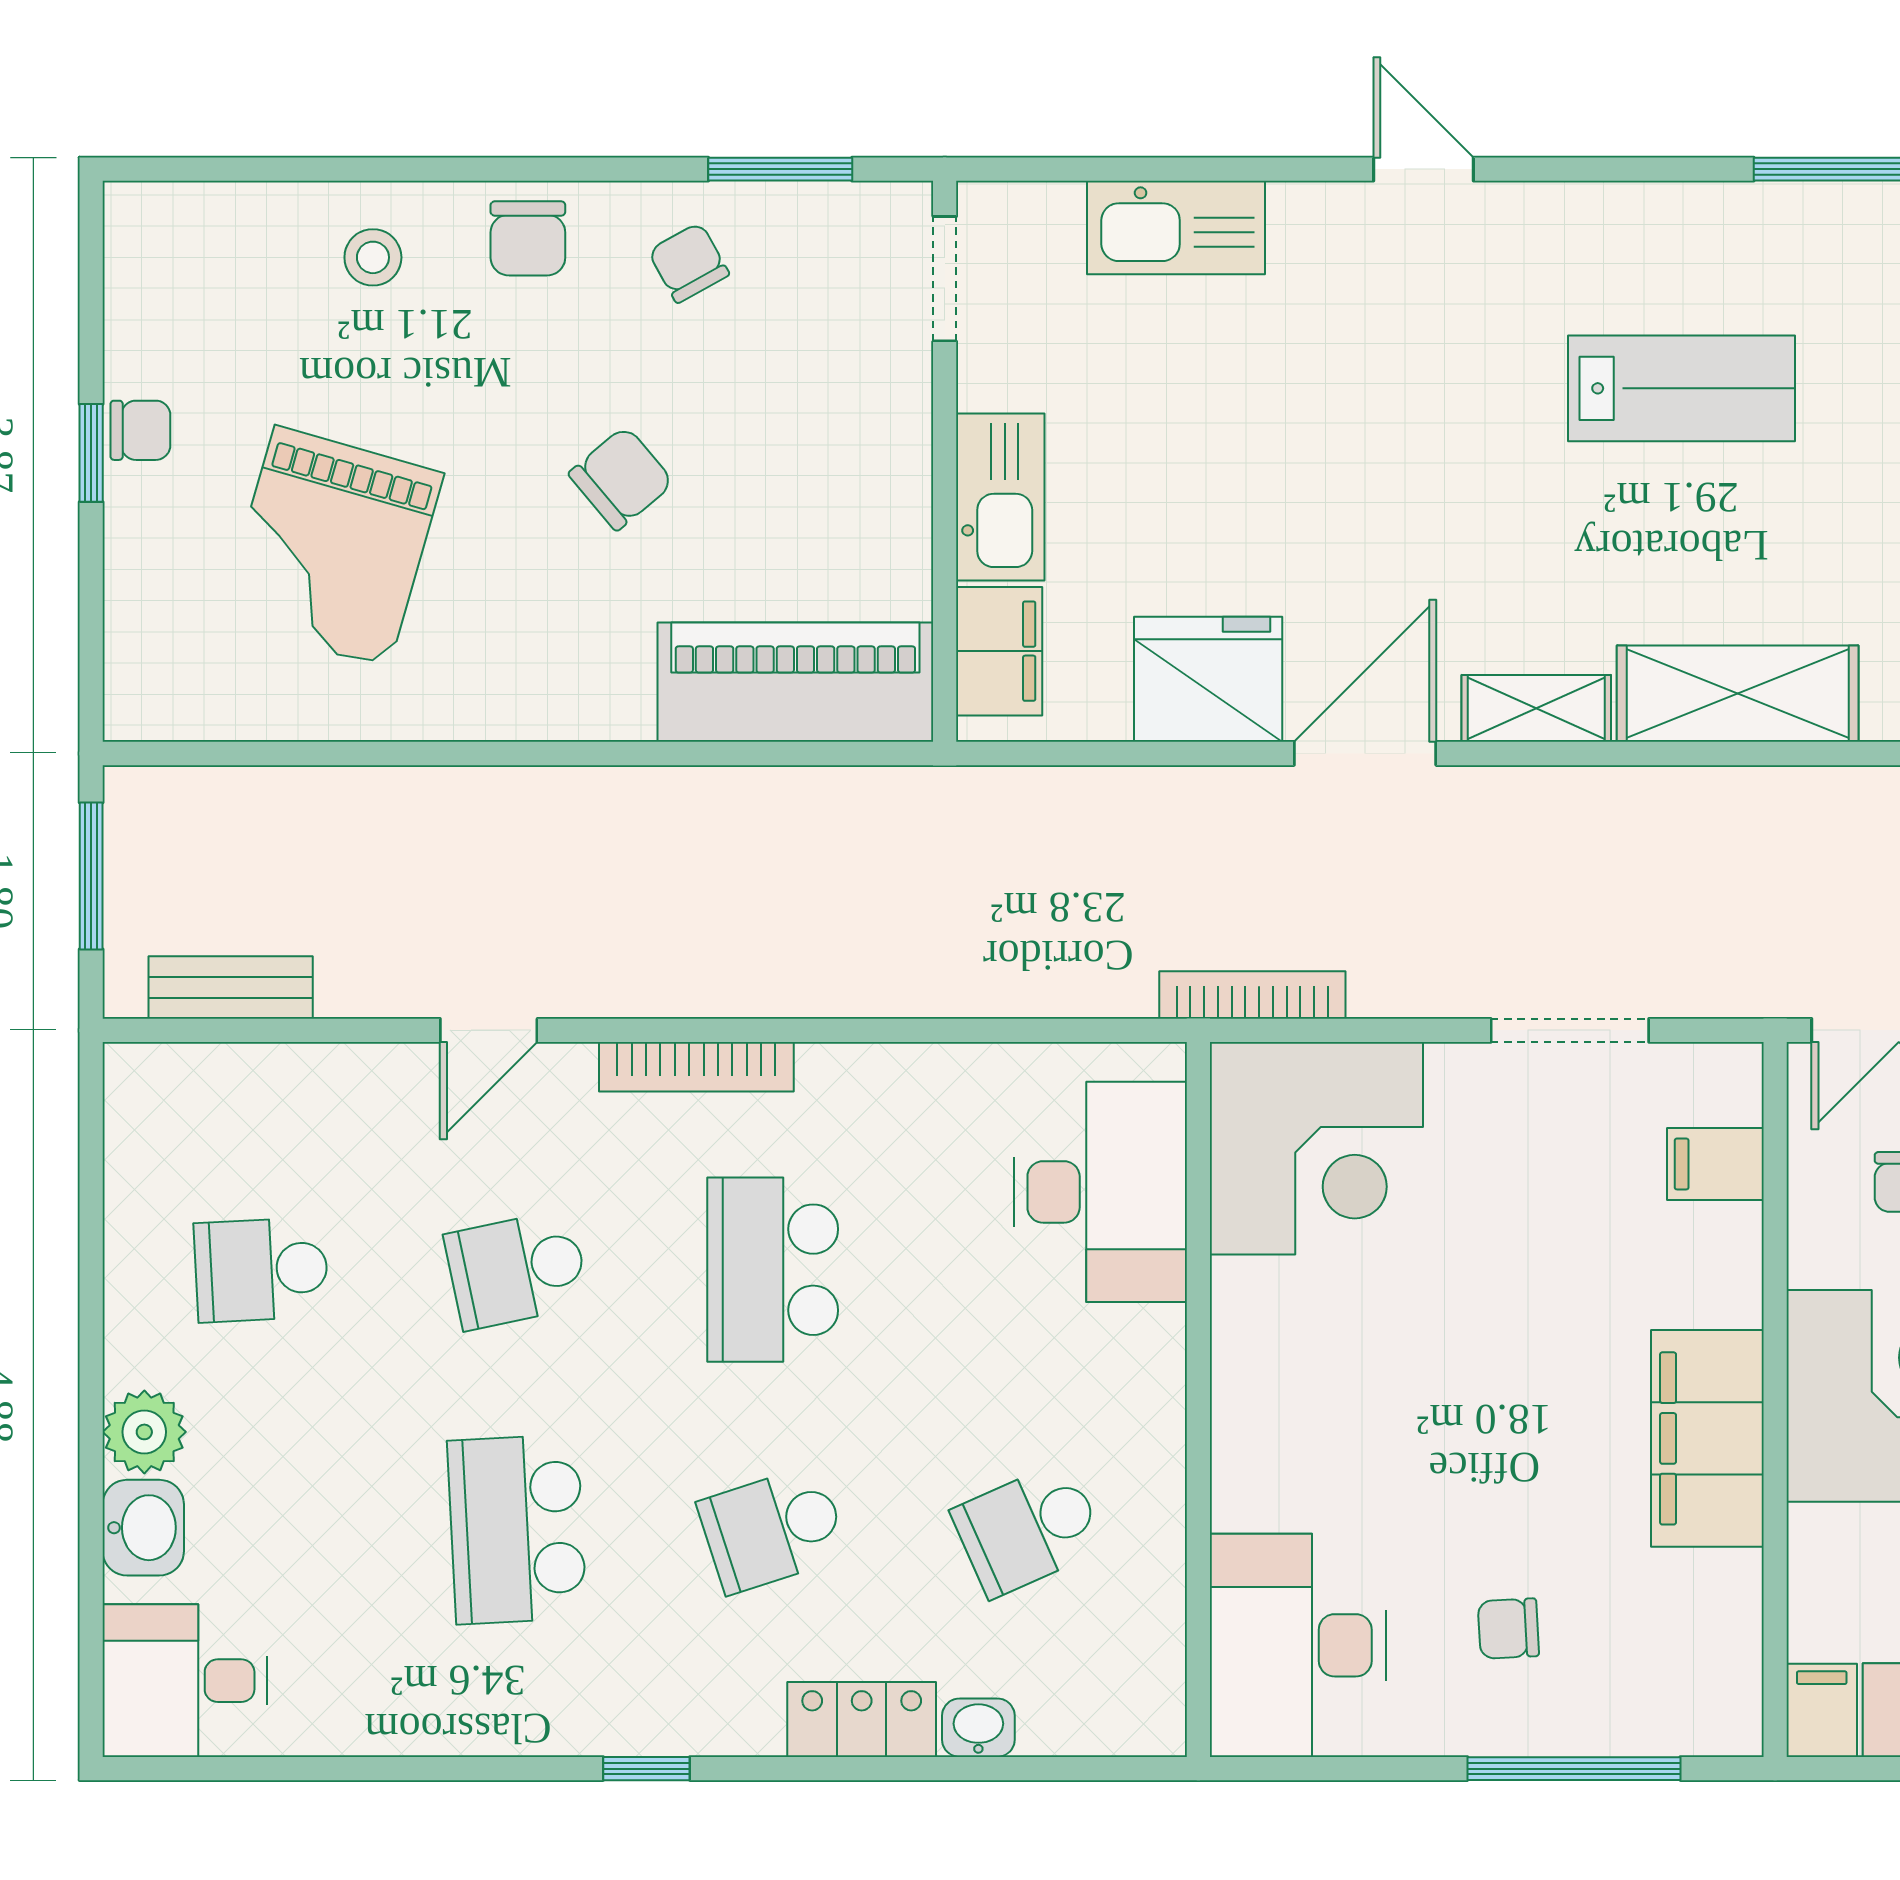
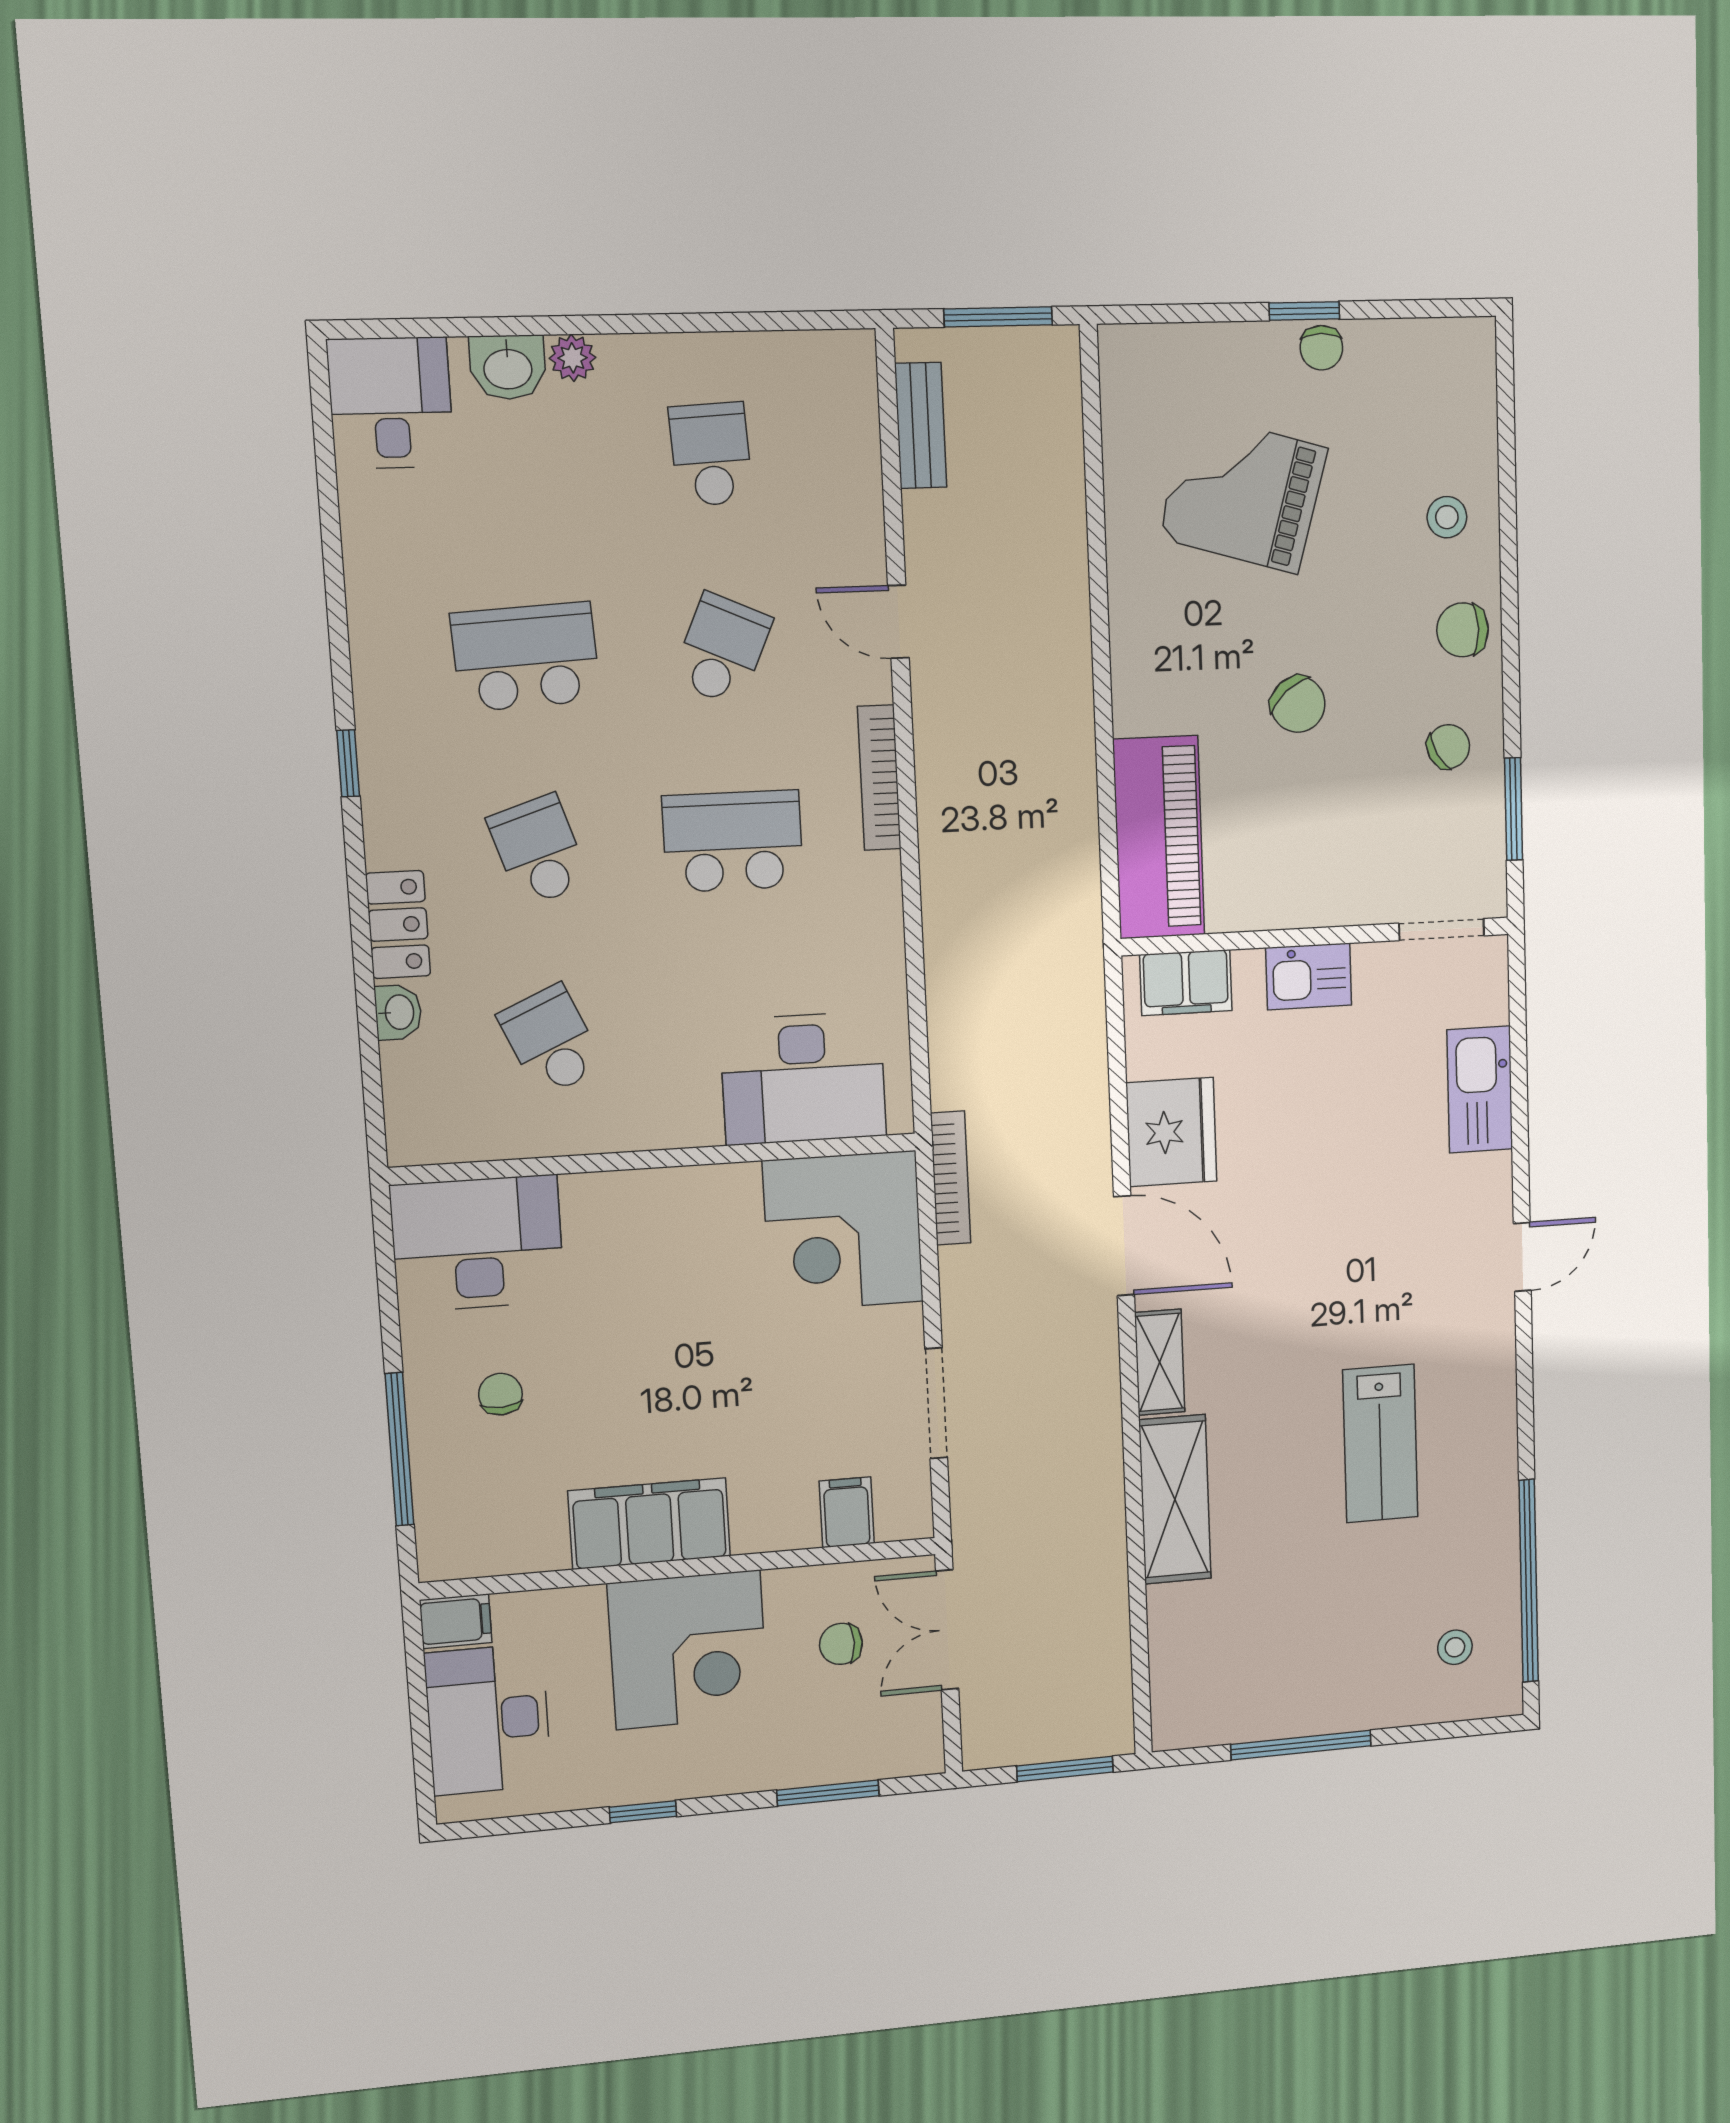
kitchen sink: (1000, 497) -> (1309, 976), width x0.73
school desk: (517, 1270) -> (722, 650), turned 36
plant: (144, 1432) -> (573, 358), width x0.73, depth x0.73

